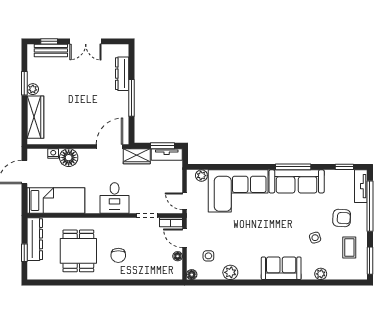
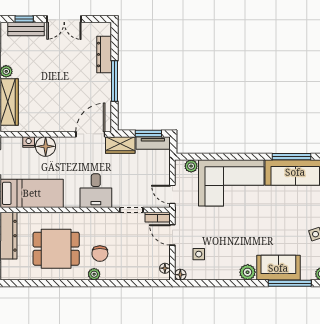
dining table: (78, 251) -> (56, 249), turned 90
floor lamp: (178, 256) -> (165, 268), moved
plant: (230, 272) -> (248, 272), moved
plant: (113, 274) -> (94, 274), added
window: (292, 283) -> (290, 283), added

